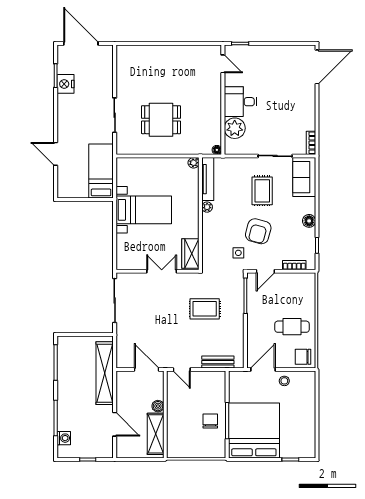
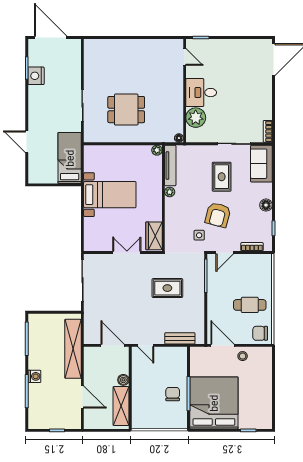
door: (263, 370) -> (222, 345), hinge flipped
washing machine: (64, 438) -> (34, 376), moved

